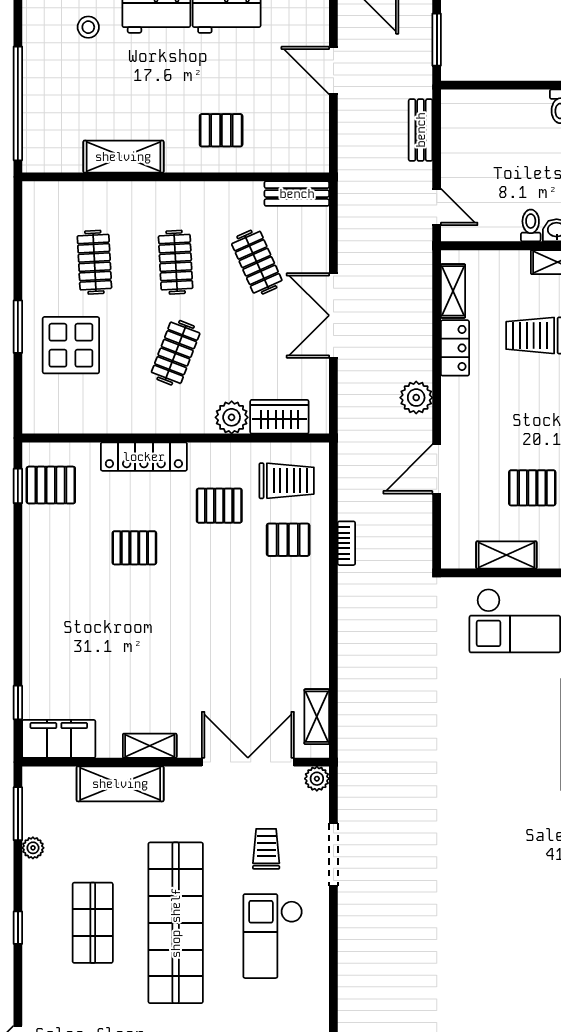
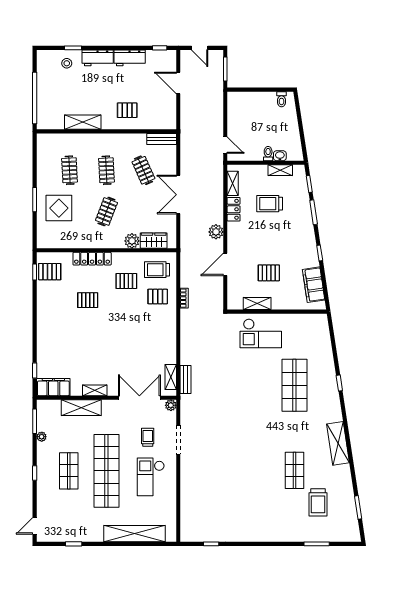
bench: (421, 130) -> (186, 379), moved
trolley: (287, 481) -> (157, 270), turned 180

